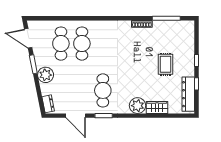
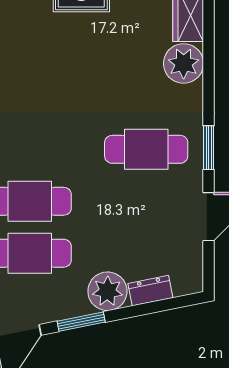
dresser: (48, 104) -> (150, 291), moved

